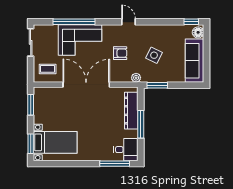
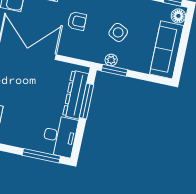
plant: (136, 78) -> (111, 60), moved
window: (141, 124) -> (86, 101), moved
desk: (126, 150) -> (60, 136), width x1.37

